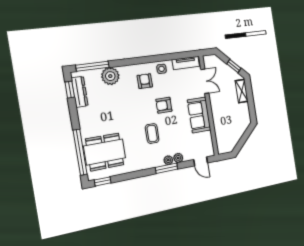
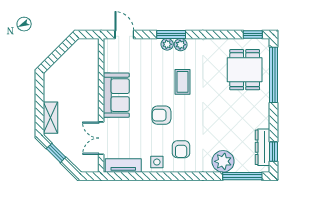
armchair: (164, 105) -> (161, 115), turned 180
dining table: (105, 152) -> (245, 70), width x0.73
plant: (178, 158) -> (181, 45), moved

